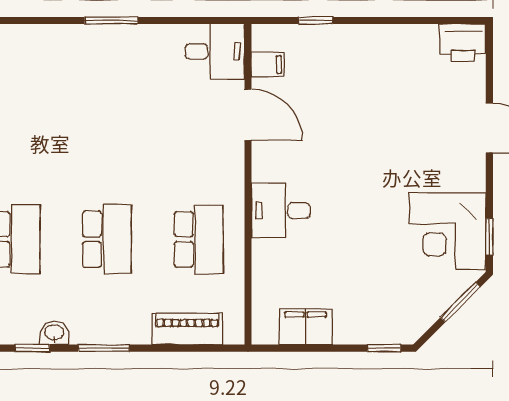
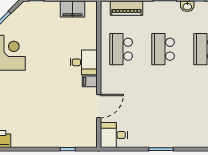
filing cabinet: (268, 65) -> (90, 81), moved
door: (248, 115) -> (99, 106), swing flipped

